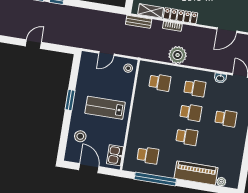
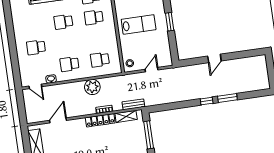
school desk: (191, 112) -> (94, 17), moved

